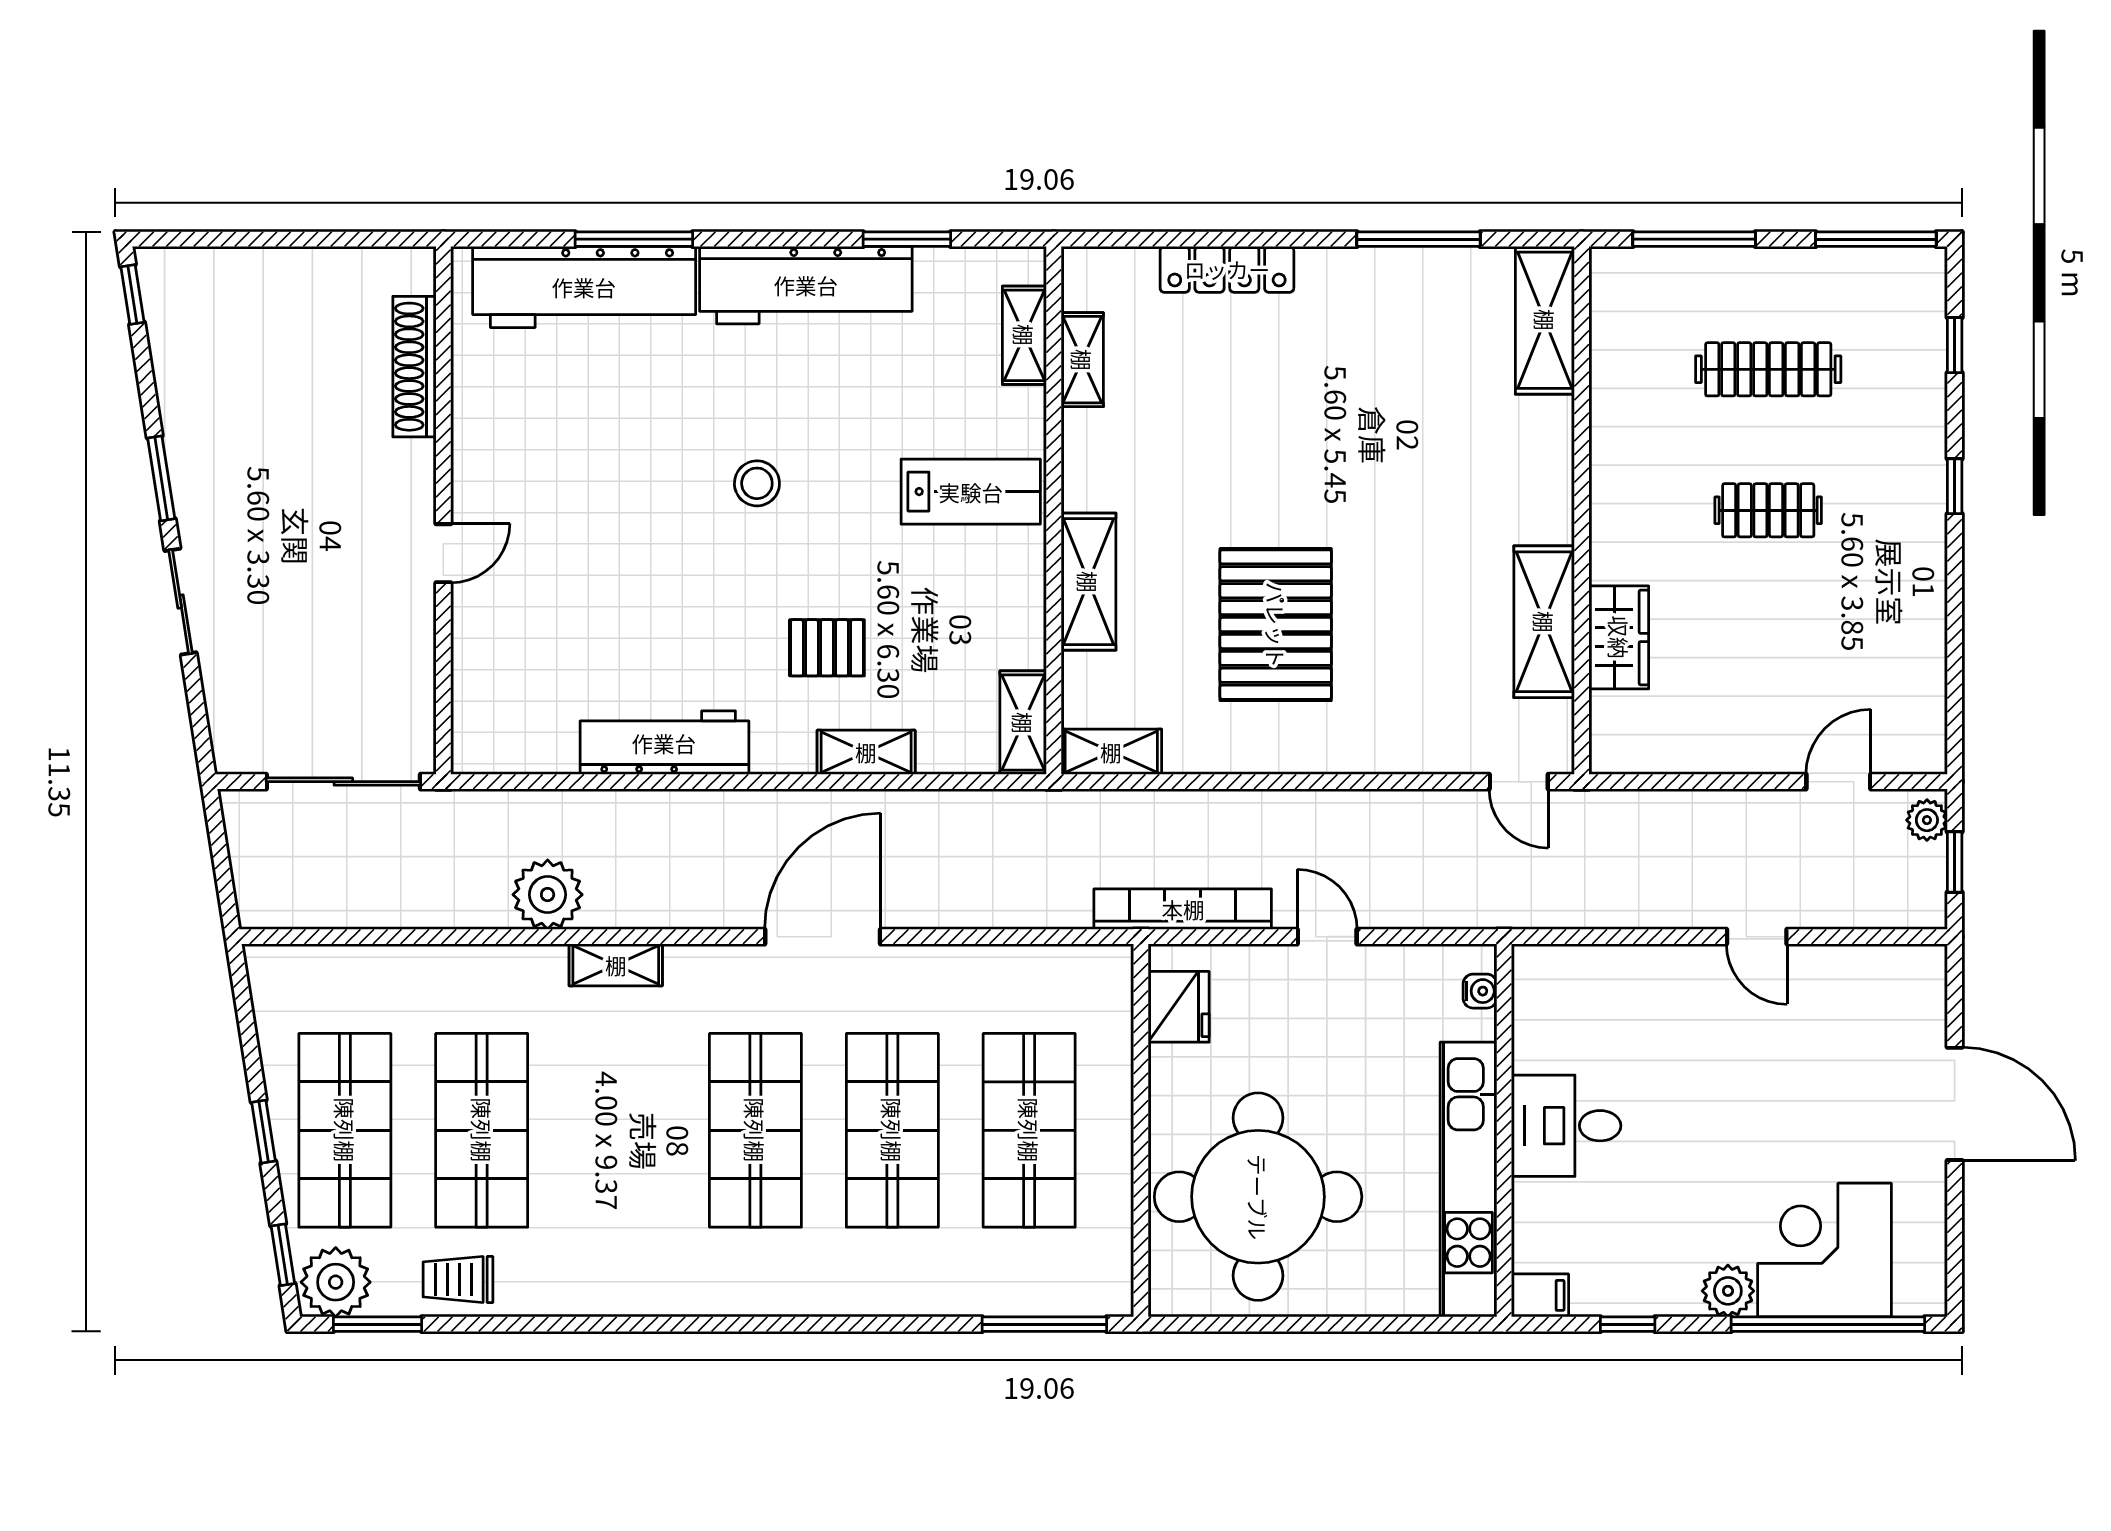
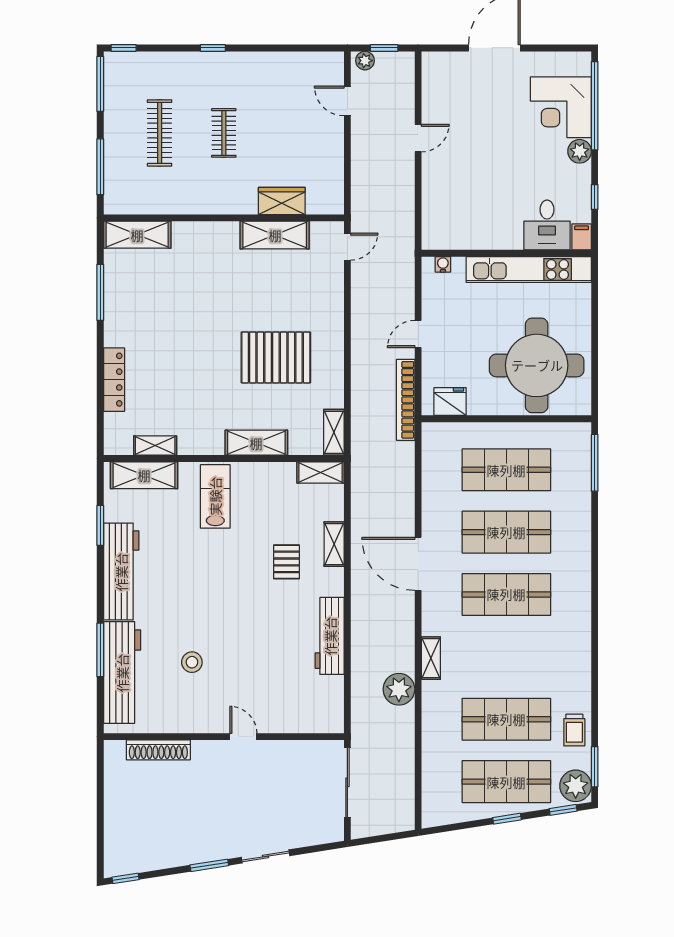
shelving: (1024, 335) -> (144, 475), width x1.50, depth x1.33
window: (1955, 345) -> (124, 48), moved
stool: (757, 483) -> (192, 662), moved
desk: (1566, 1126) -> (547, 225), moved

